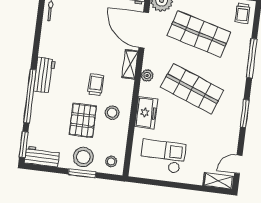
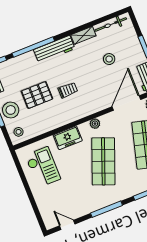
shelving: (130, 64) -> (83, 35), moved
workbench: (44, 75) -> (54, 49), width x1.38
stool: (112, 113) -> (109, 59), moved
window: (245, 113) -> (106, 209), width x1.44
shelving: (218, 181) -> (47, 217), removed

